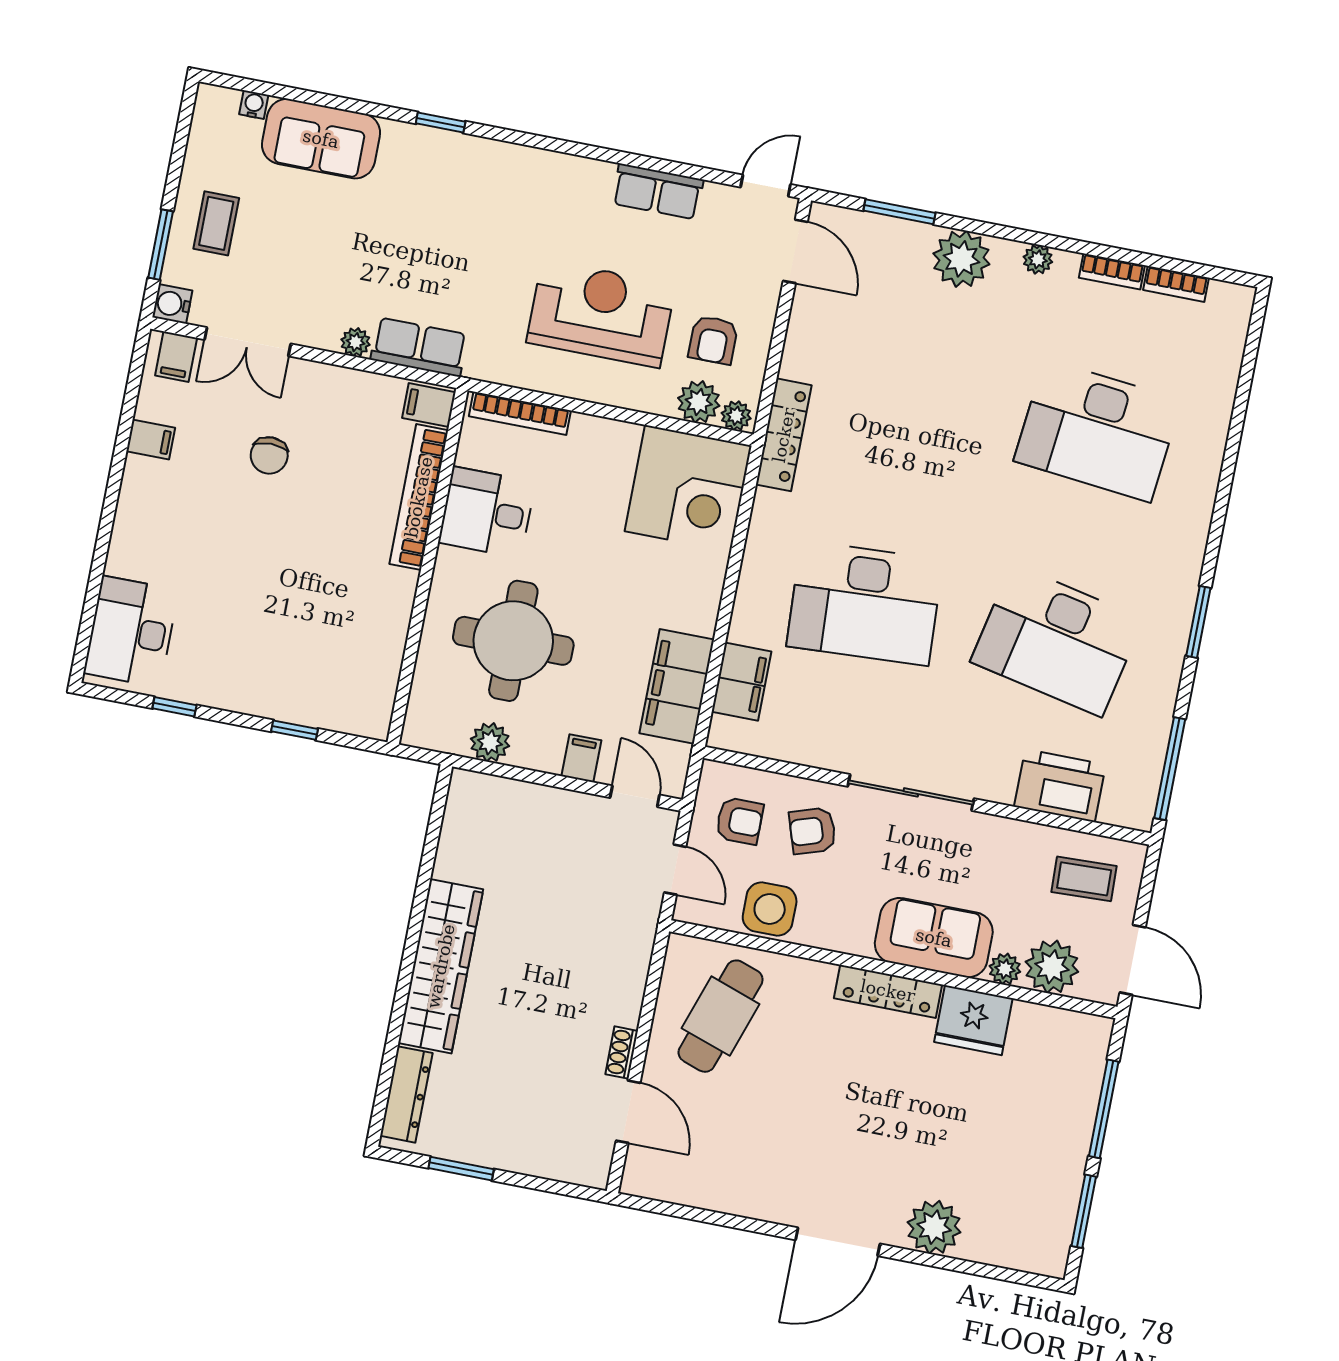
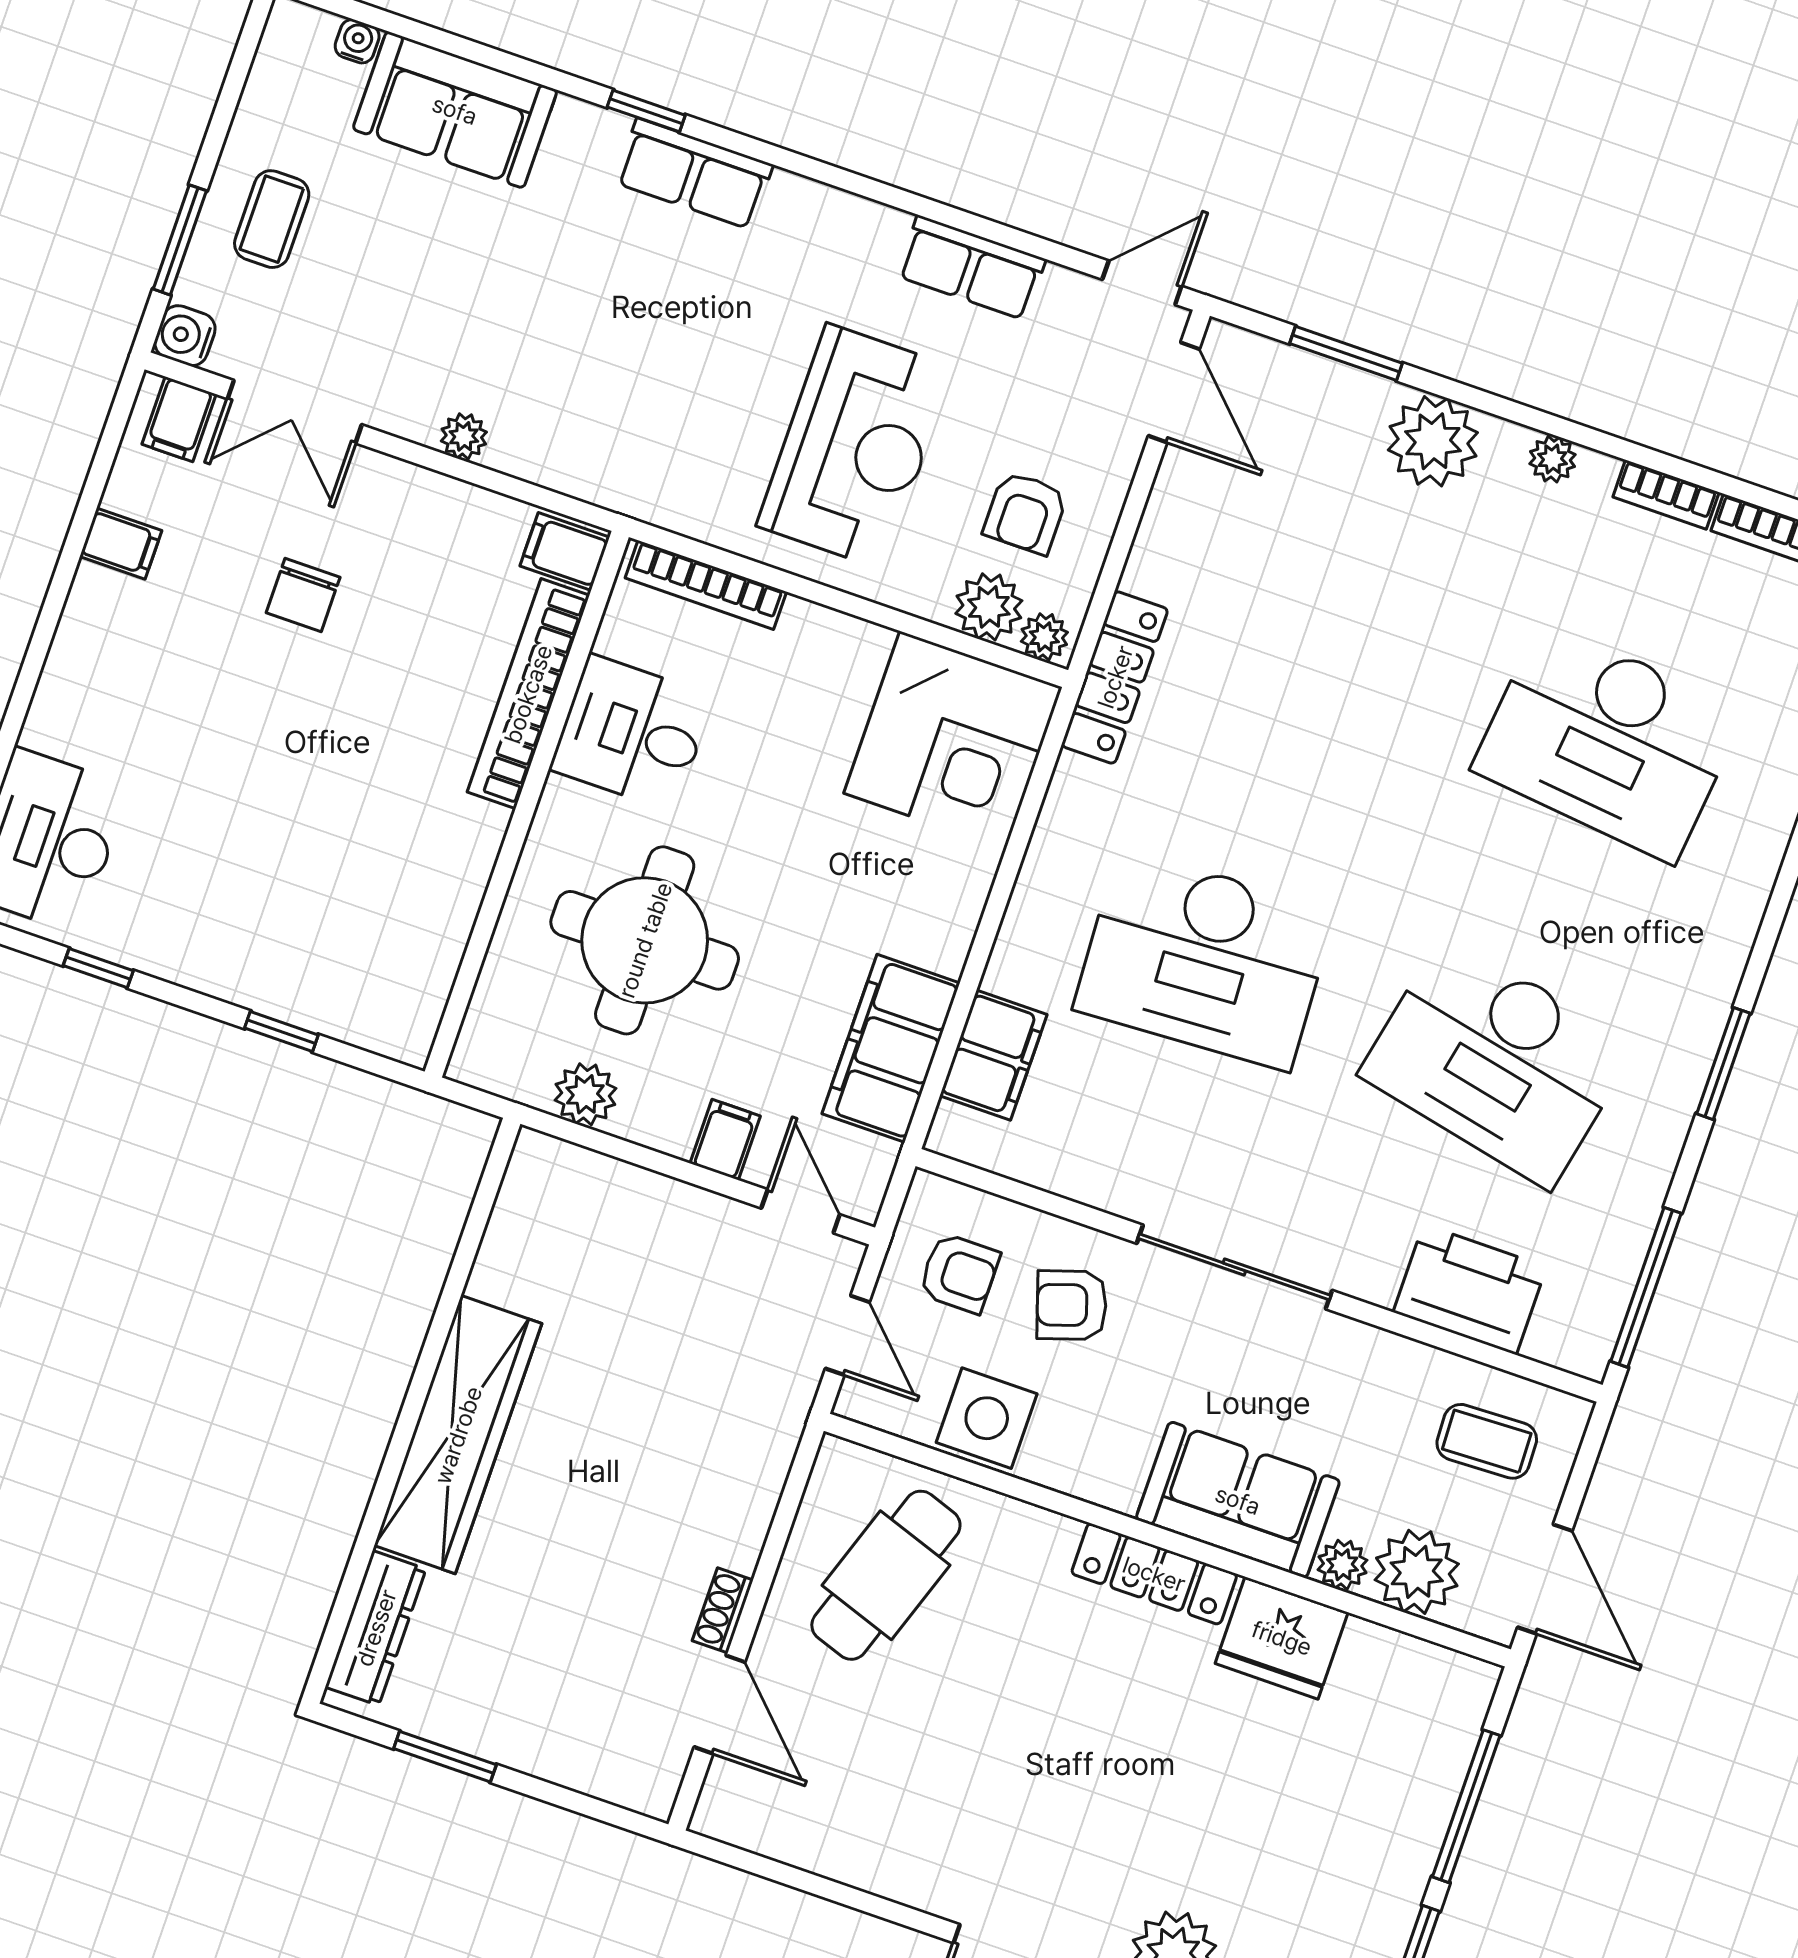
reception desk: (601, 314) -> (855, 446), turned 90
row of seats: (419, 347) -> (694, 174), moved, turned 180

